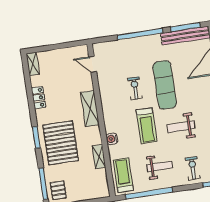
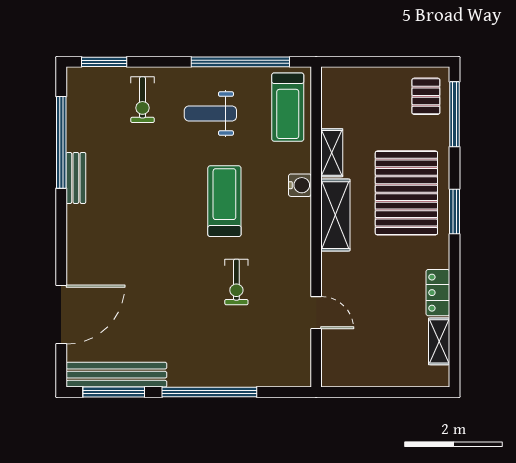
shelving: (33, 64) -> (439, 341), moved
door: (93, 64) -> (316, 313), moved
exercise mat: (165, 85) -> (174, 280), removed
shelving: (90, 109) -> (335, 215), moved
weight bench: (181, 127) -> (154, 189), removed

